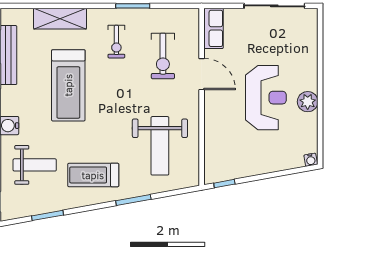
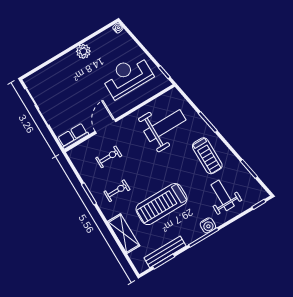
exercise bike: (163, 56) -> (109, 157), width x0.73, depth x0.72
treadmill: (68, 85) -> (161, 204), turned 180
reception desk: (266, 98) -> (127, 76), moved

